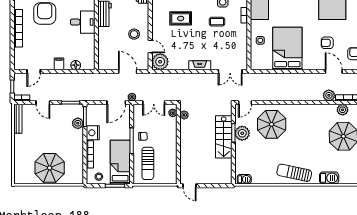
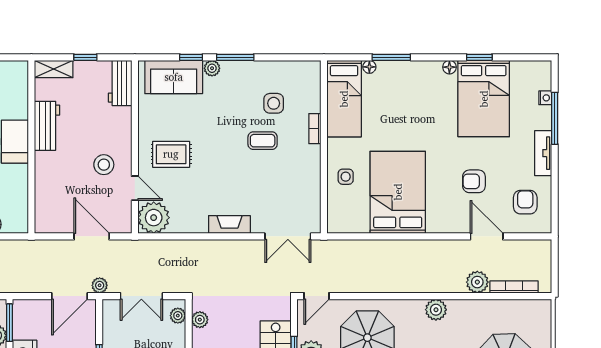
rug: (181, 18) -> (171, 154), moved
plant: (343, 110) -> (436, 310), moved

